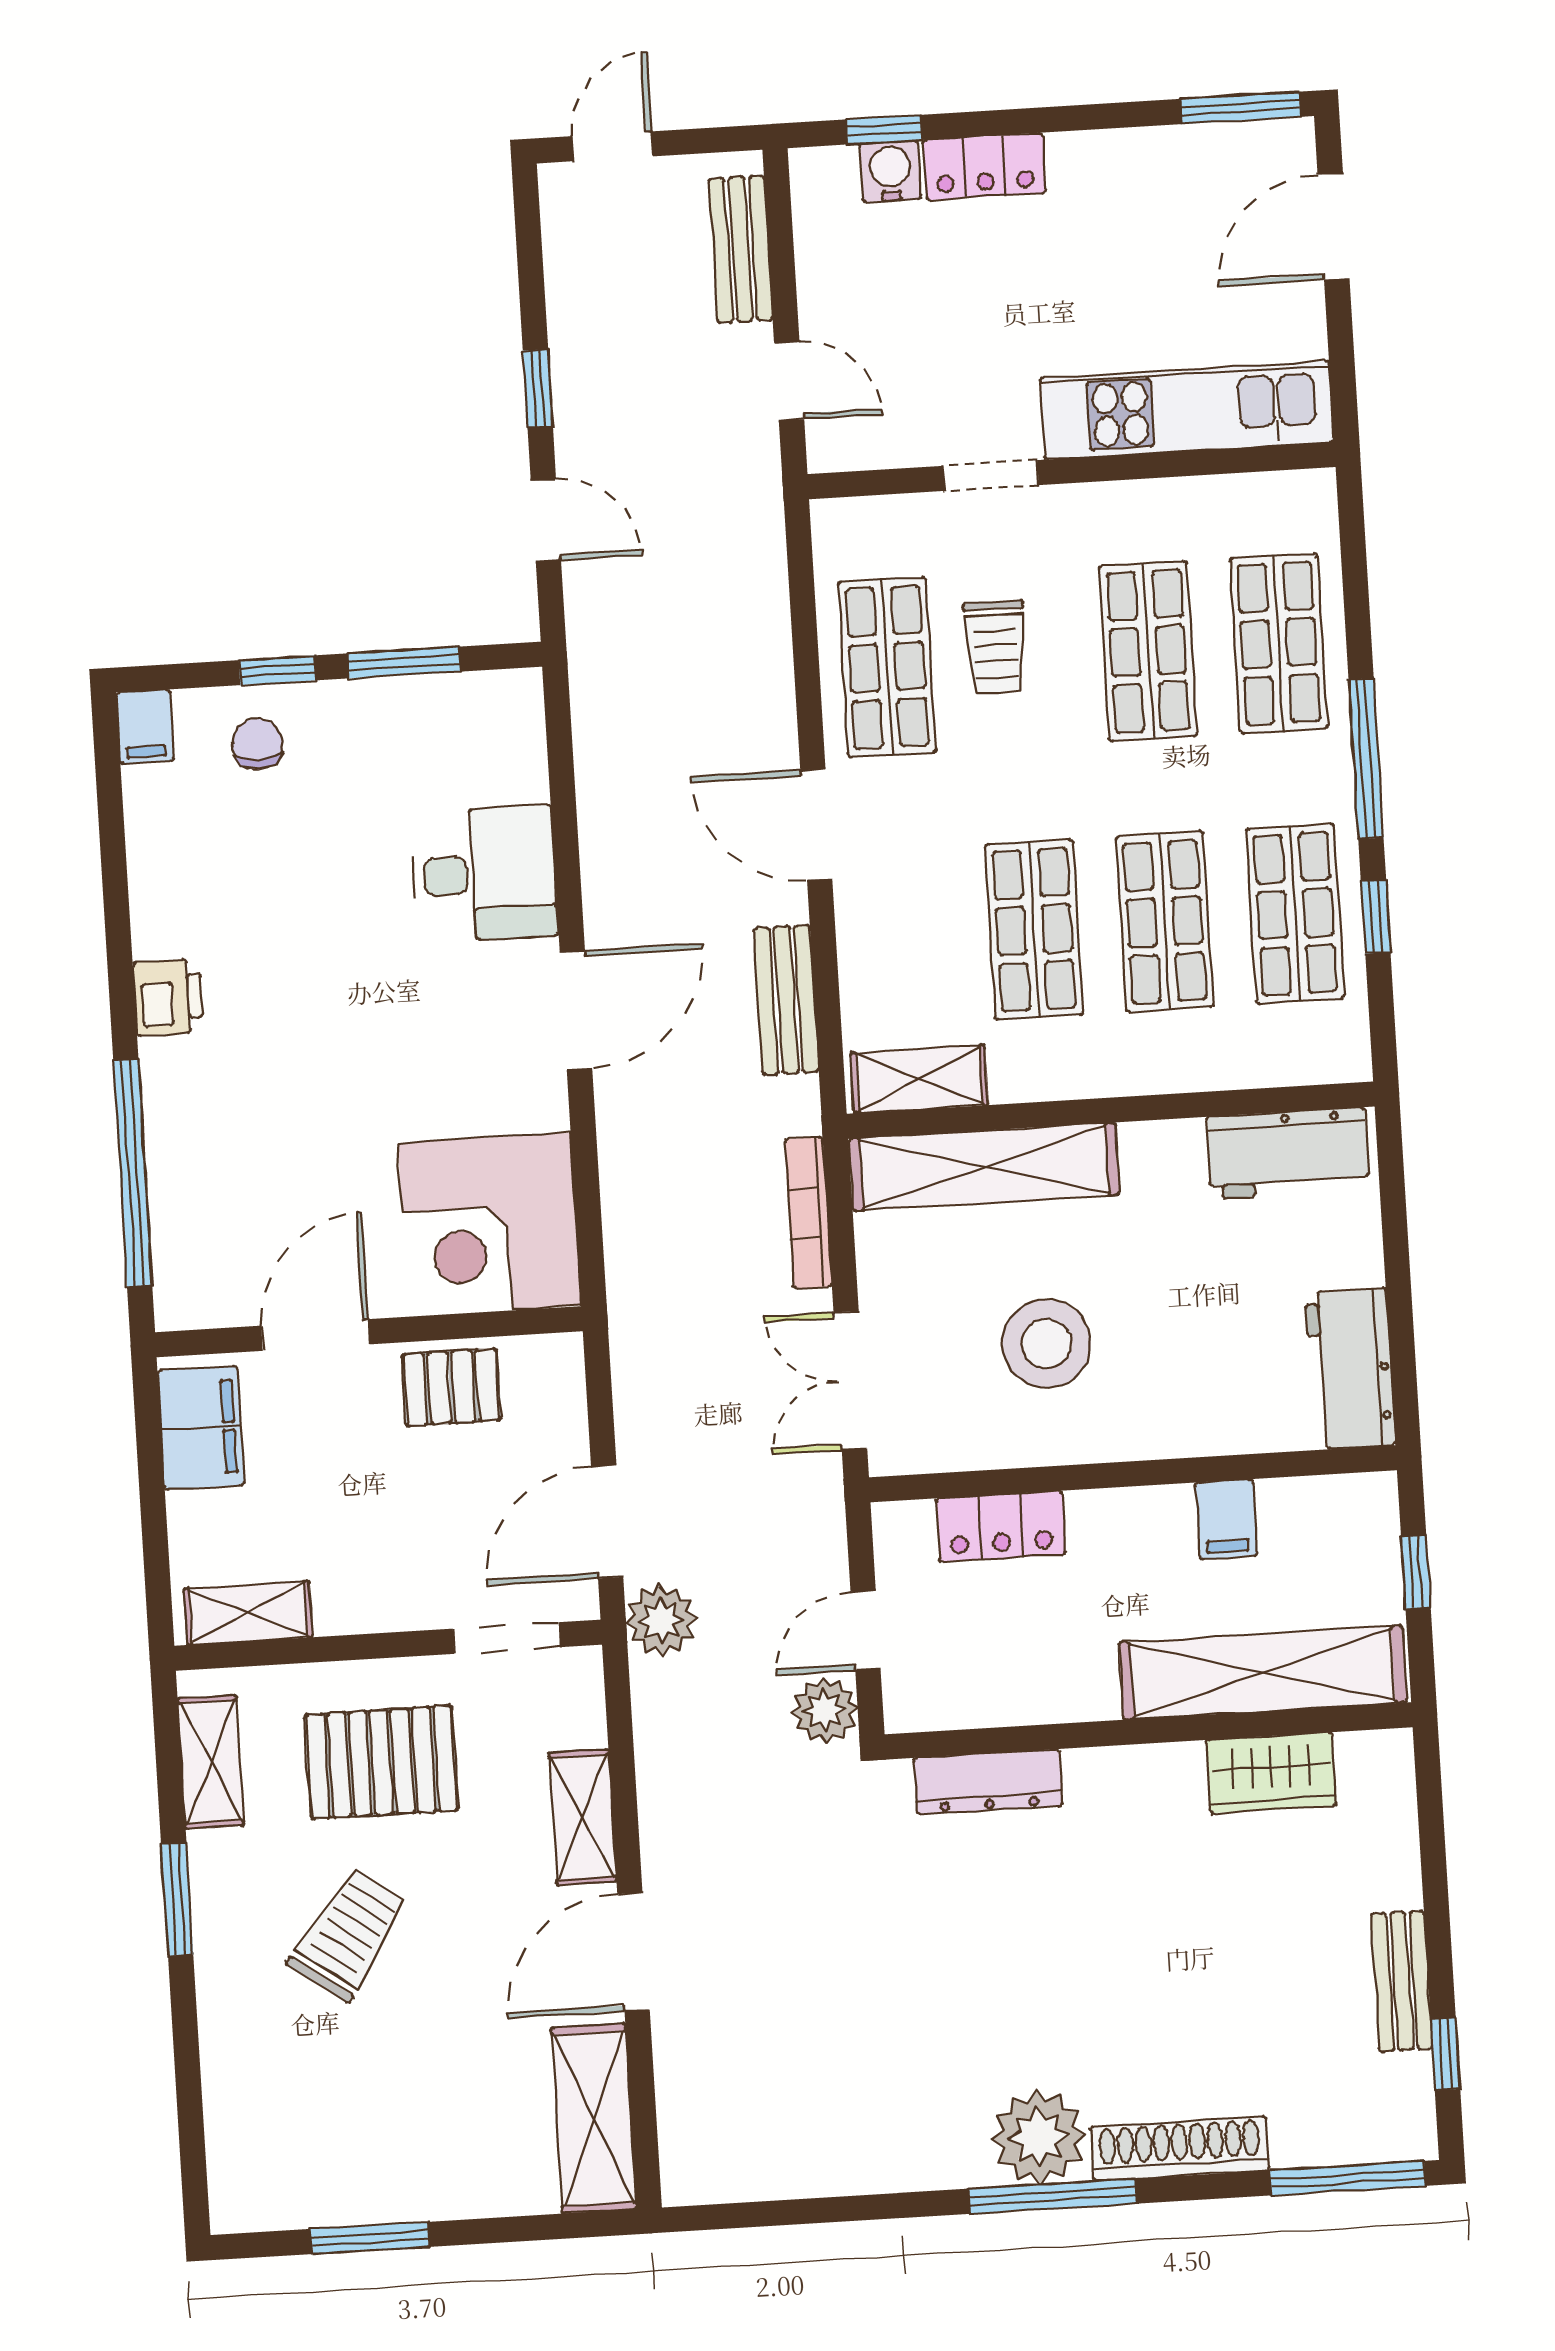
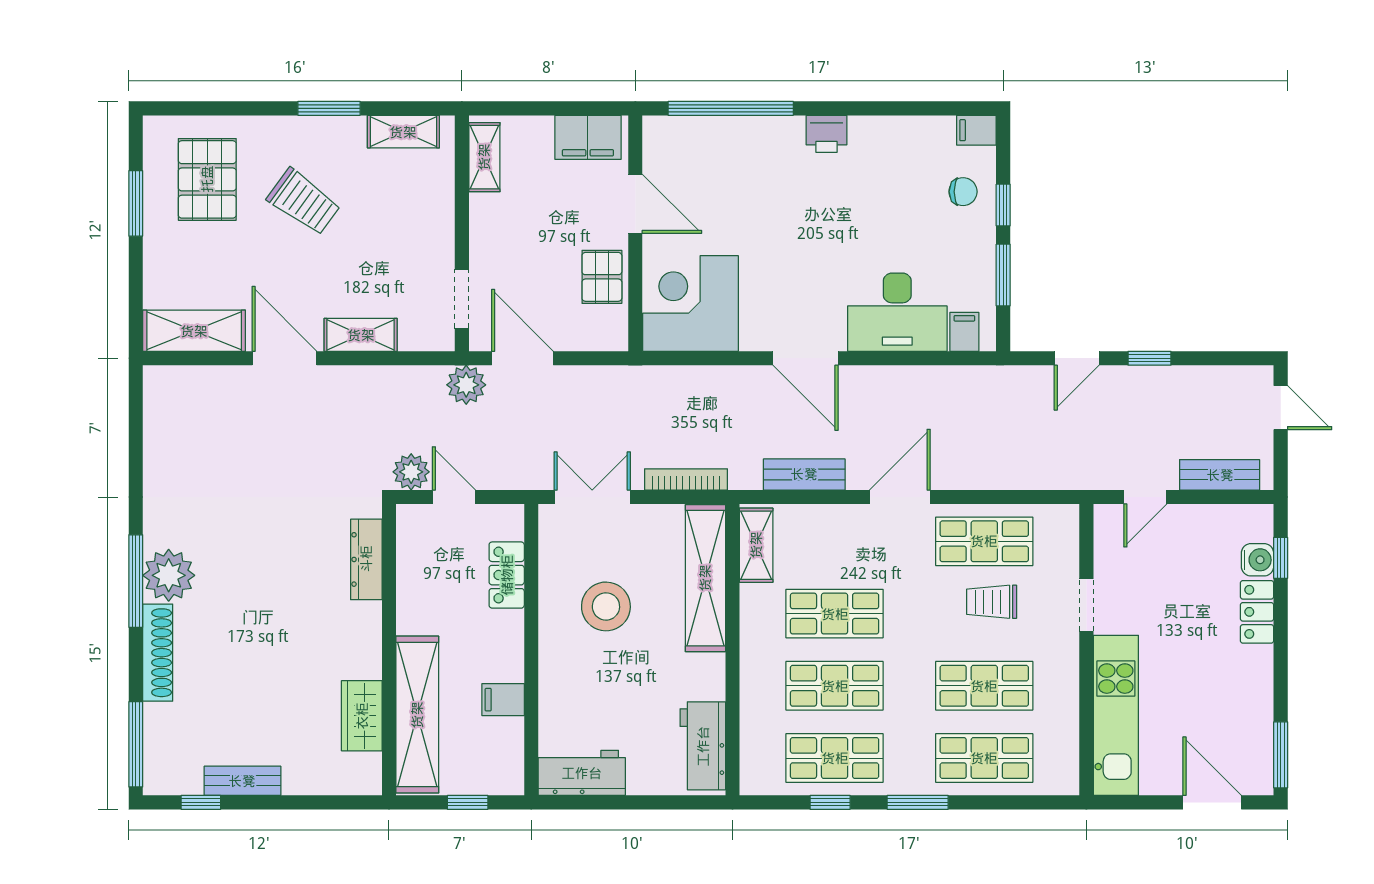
filing cabinet: (511, 726) -> (964, 332), added
window: (1366, 759) -> (918, 802), width x0.69
desk: (484, 874) -> (897, 312), width x1.37
pallet: (381, 1762) -> (207, 179), moved

